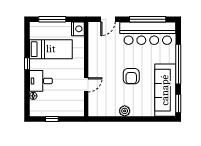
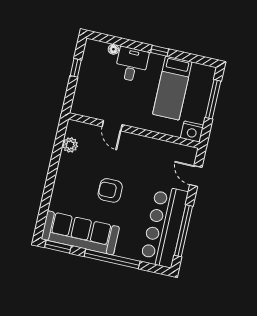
plant: (125, 111) -> (70, 145), moved

